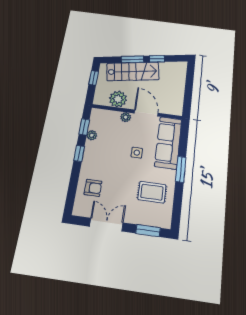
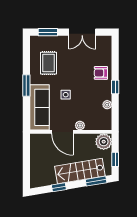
window: (132, 59) -> (96, 181), moved
plant: (118, 99) -> (104, 142), moved
window: (84, 127) -> (115, 111), removed
armchair: (93, 188) -> (101, 73), moved
rug: (152, 192) -> (48, 63), turned 90

